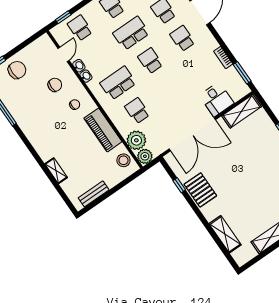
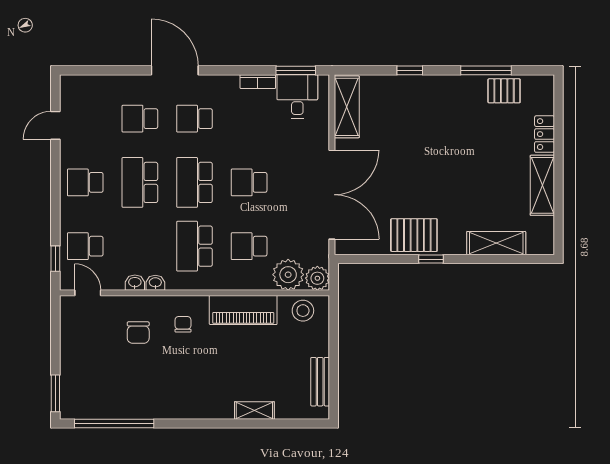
door: (63, 54) -> (88, 293), moved
school desk: (150, 61) -> (195, 182), width x1.85
chair: (17, 70) -> (83, 369), removed
chair: (55, 85) -> (138, 333), turned 180
school desk: (169, 88) -> (249, 182), added
desk: (217, 99) -> (297, 96), moved, turned -90
window: (179, 185) -> (431, 259), moved

